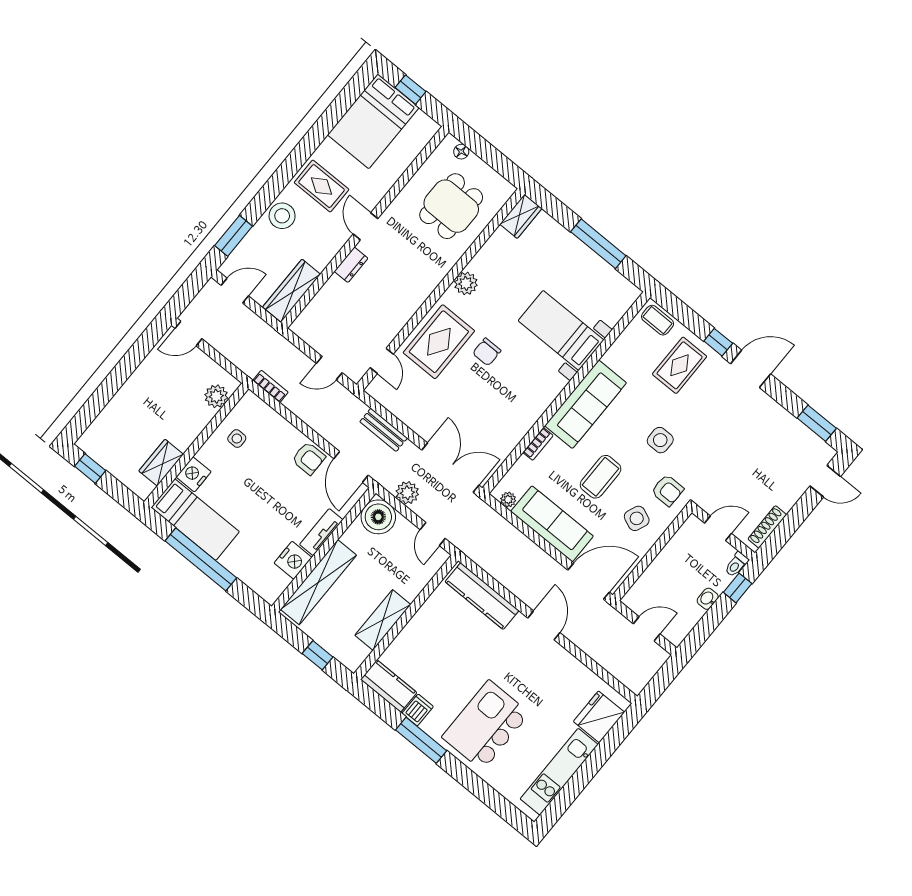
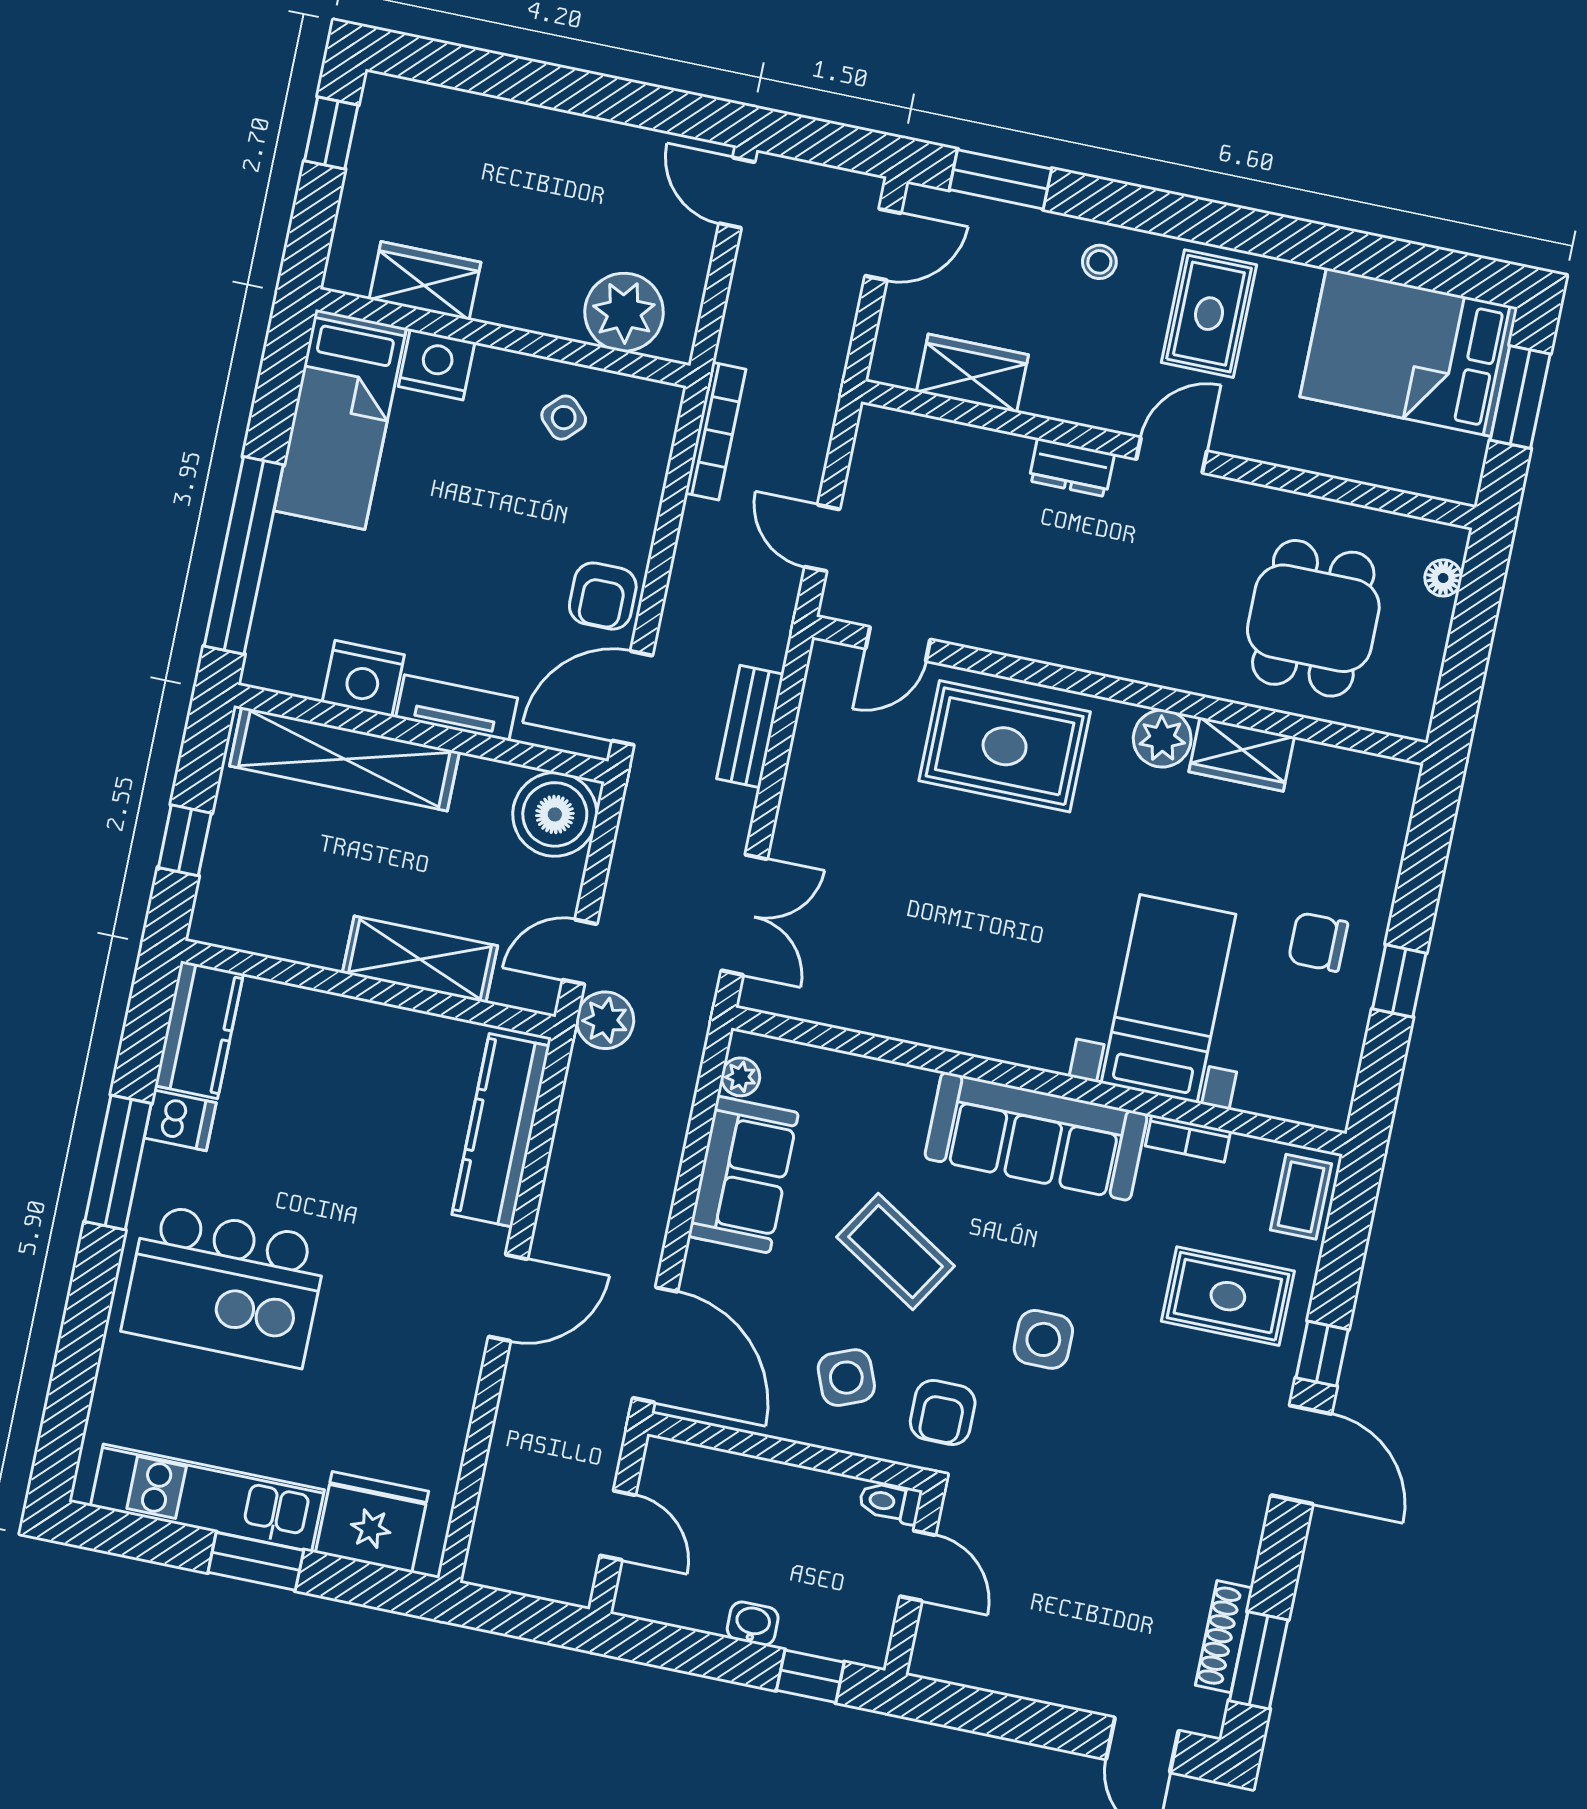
window: (411, 90) -> (1520, 397), width x1.50
dining table: (451, 206) -> (1313, 618), turned 90
stool: (282, 216) -> (1099, 262), width x0.53, depth x0.53
wardrobe: (521, 216) -> (1242, 754), moved
window: (598, 244) -> (1399, 981), width x0.46
door: (235, 291) -> (883, 244), hinge flipped
wardrobe: (292, 291) -> (972, 373), width x0.67
chair: (487, 352) -> (1318, 942), moved
bookcase: (270, 386) -> (716, 431), width x1.56
plant: (216, 396) -> (624, 312), width x1.36, depth x1.36
side table: (237, 439) -> (564, 418), turned 45
bookcase: (538, 444) -> (1188, 1139), moved
double door: (450, 468) -> (744, 915), width x0.73
coffee table: (601, 477) -> (896, 1252), turned 32
plant: (407, 493) -> (605, 1020), moved
side table: (637, 518) -> (846, 1378), turned 45
sofa: (552, 524) -> (743, 1175), width x0.73
shoe rack: (767, 527) -> (1224, 1637), moved, turned -90
window: (201, 559) -> (244, 555), moved
toilet: (736, 564) -> (890, 1502), moved
shelving: (383, 620) -> (420, 959), moved
kitchen island: (486, 725) -> (225, 1286), turned 180
window: (591, 766) -> (256, 1561), added

